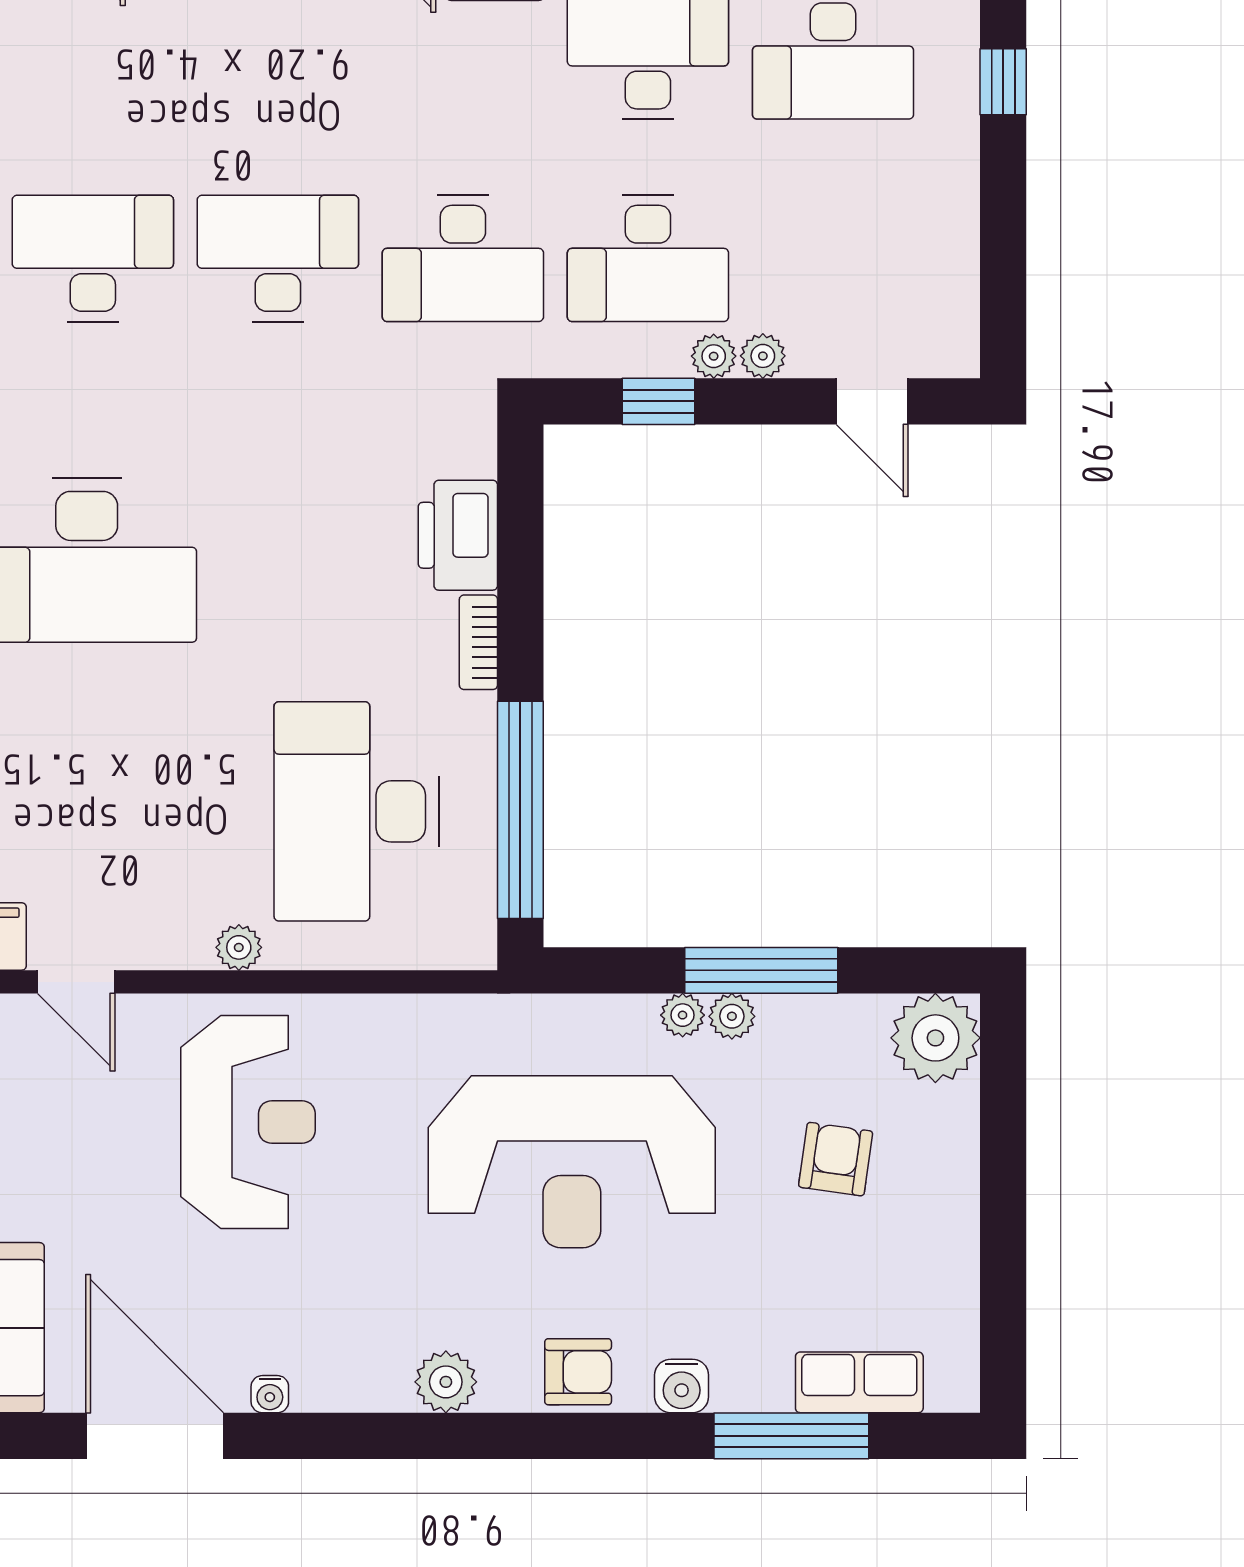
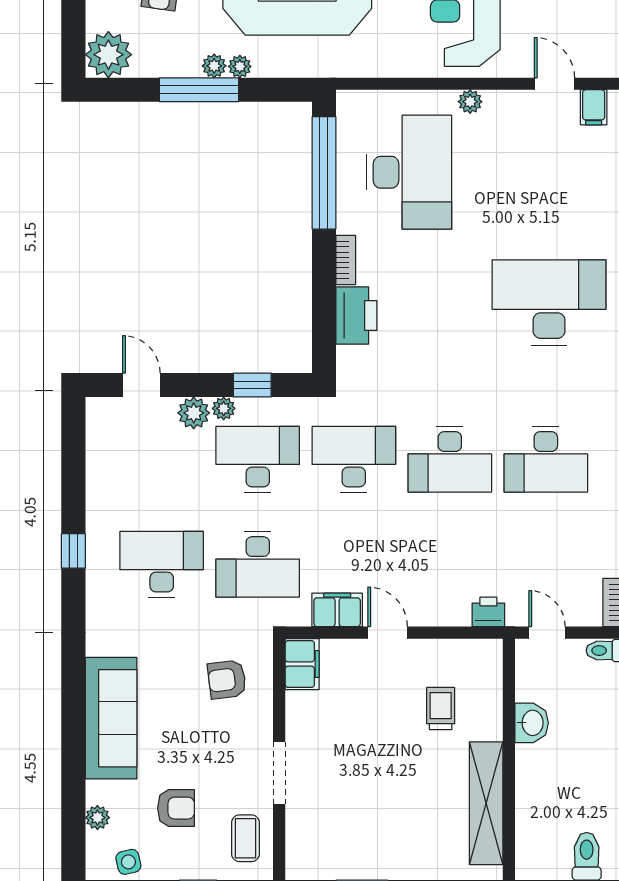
plant: (763, 356) -> (194, 413), width x1.38, depth x1.38

